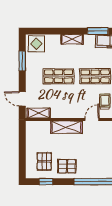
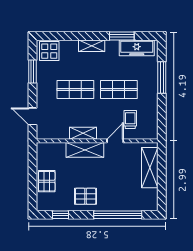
shelving: (39, 113) -> (83, 133), moved
pallet: (44, 161) -> (47, 181), moved

